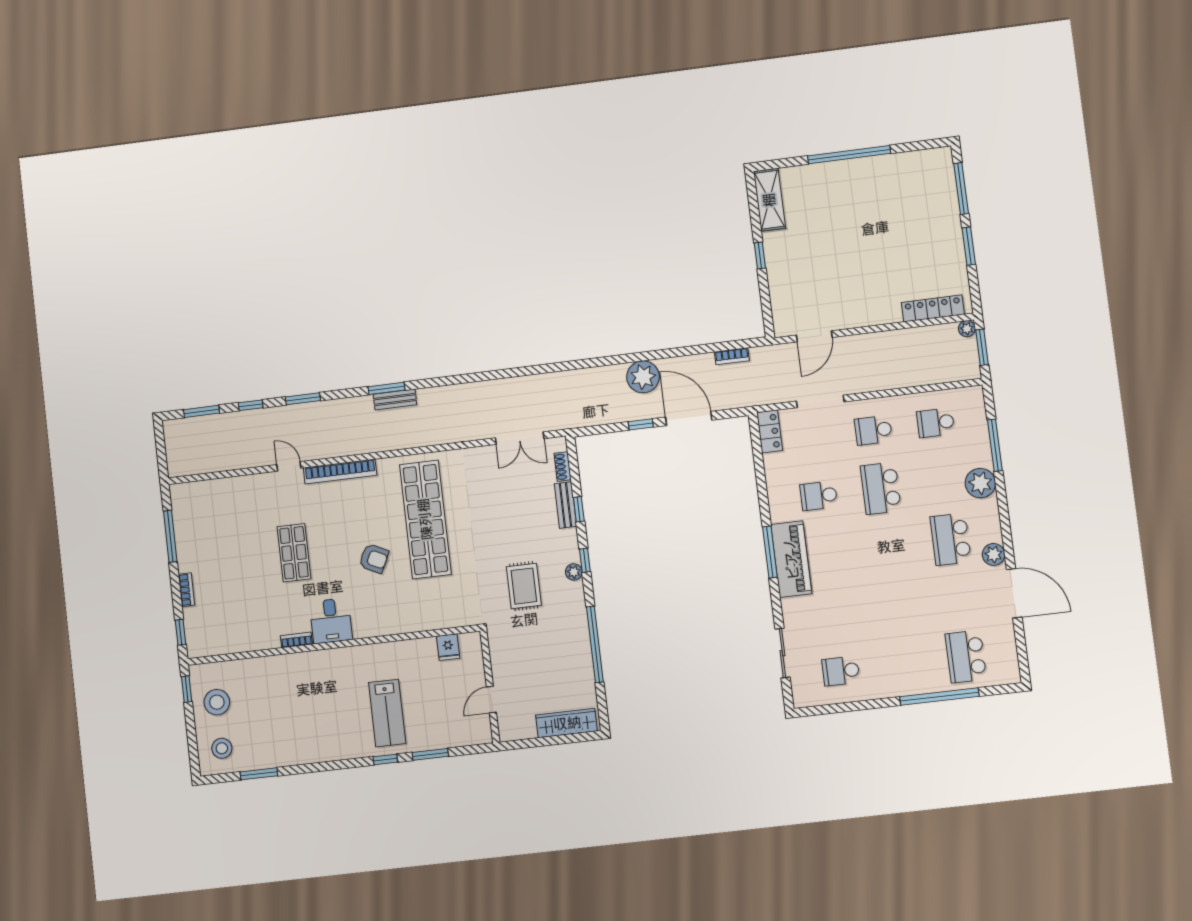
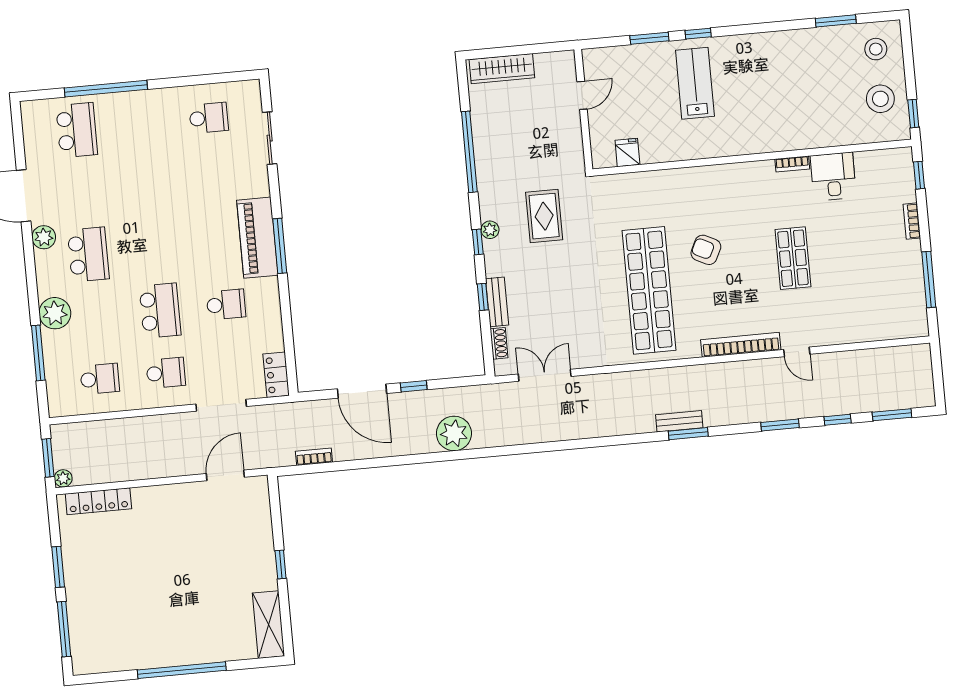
plant: (643, 377) -> (454, 433), moved
desk: (331, 621) -> (833, 176), moved

